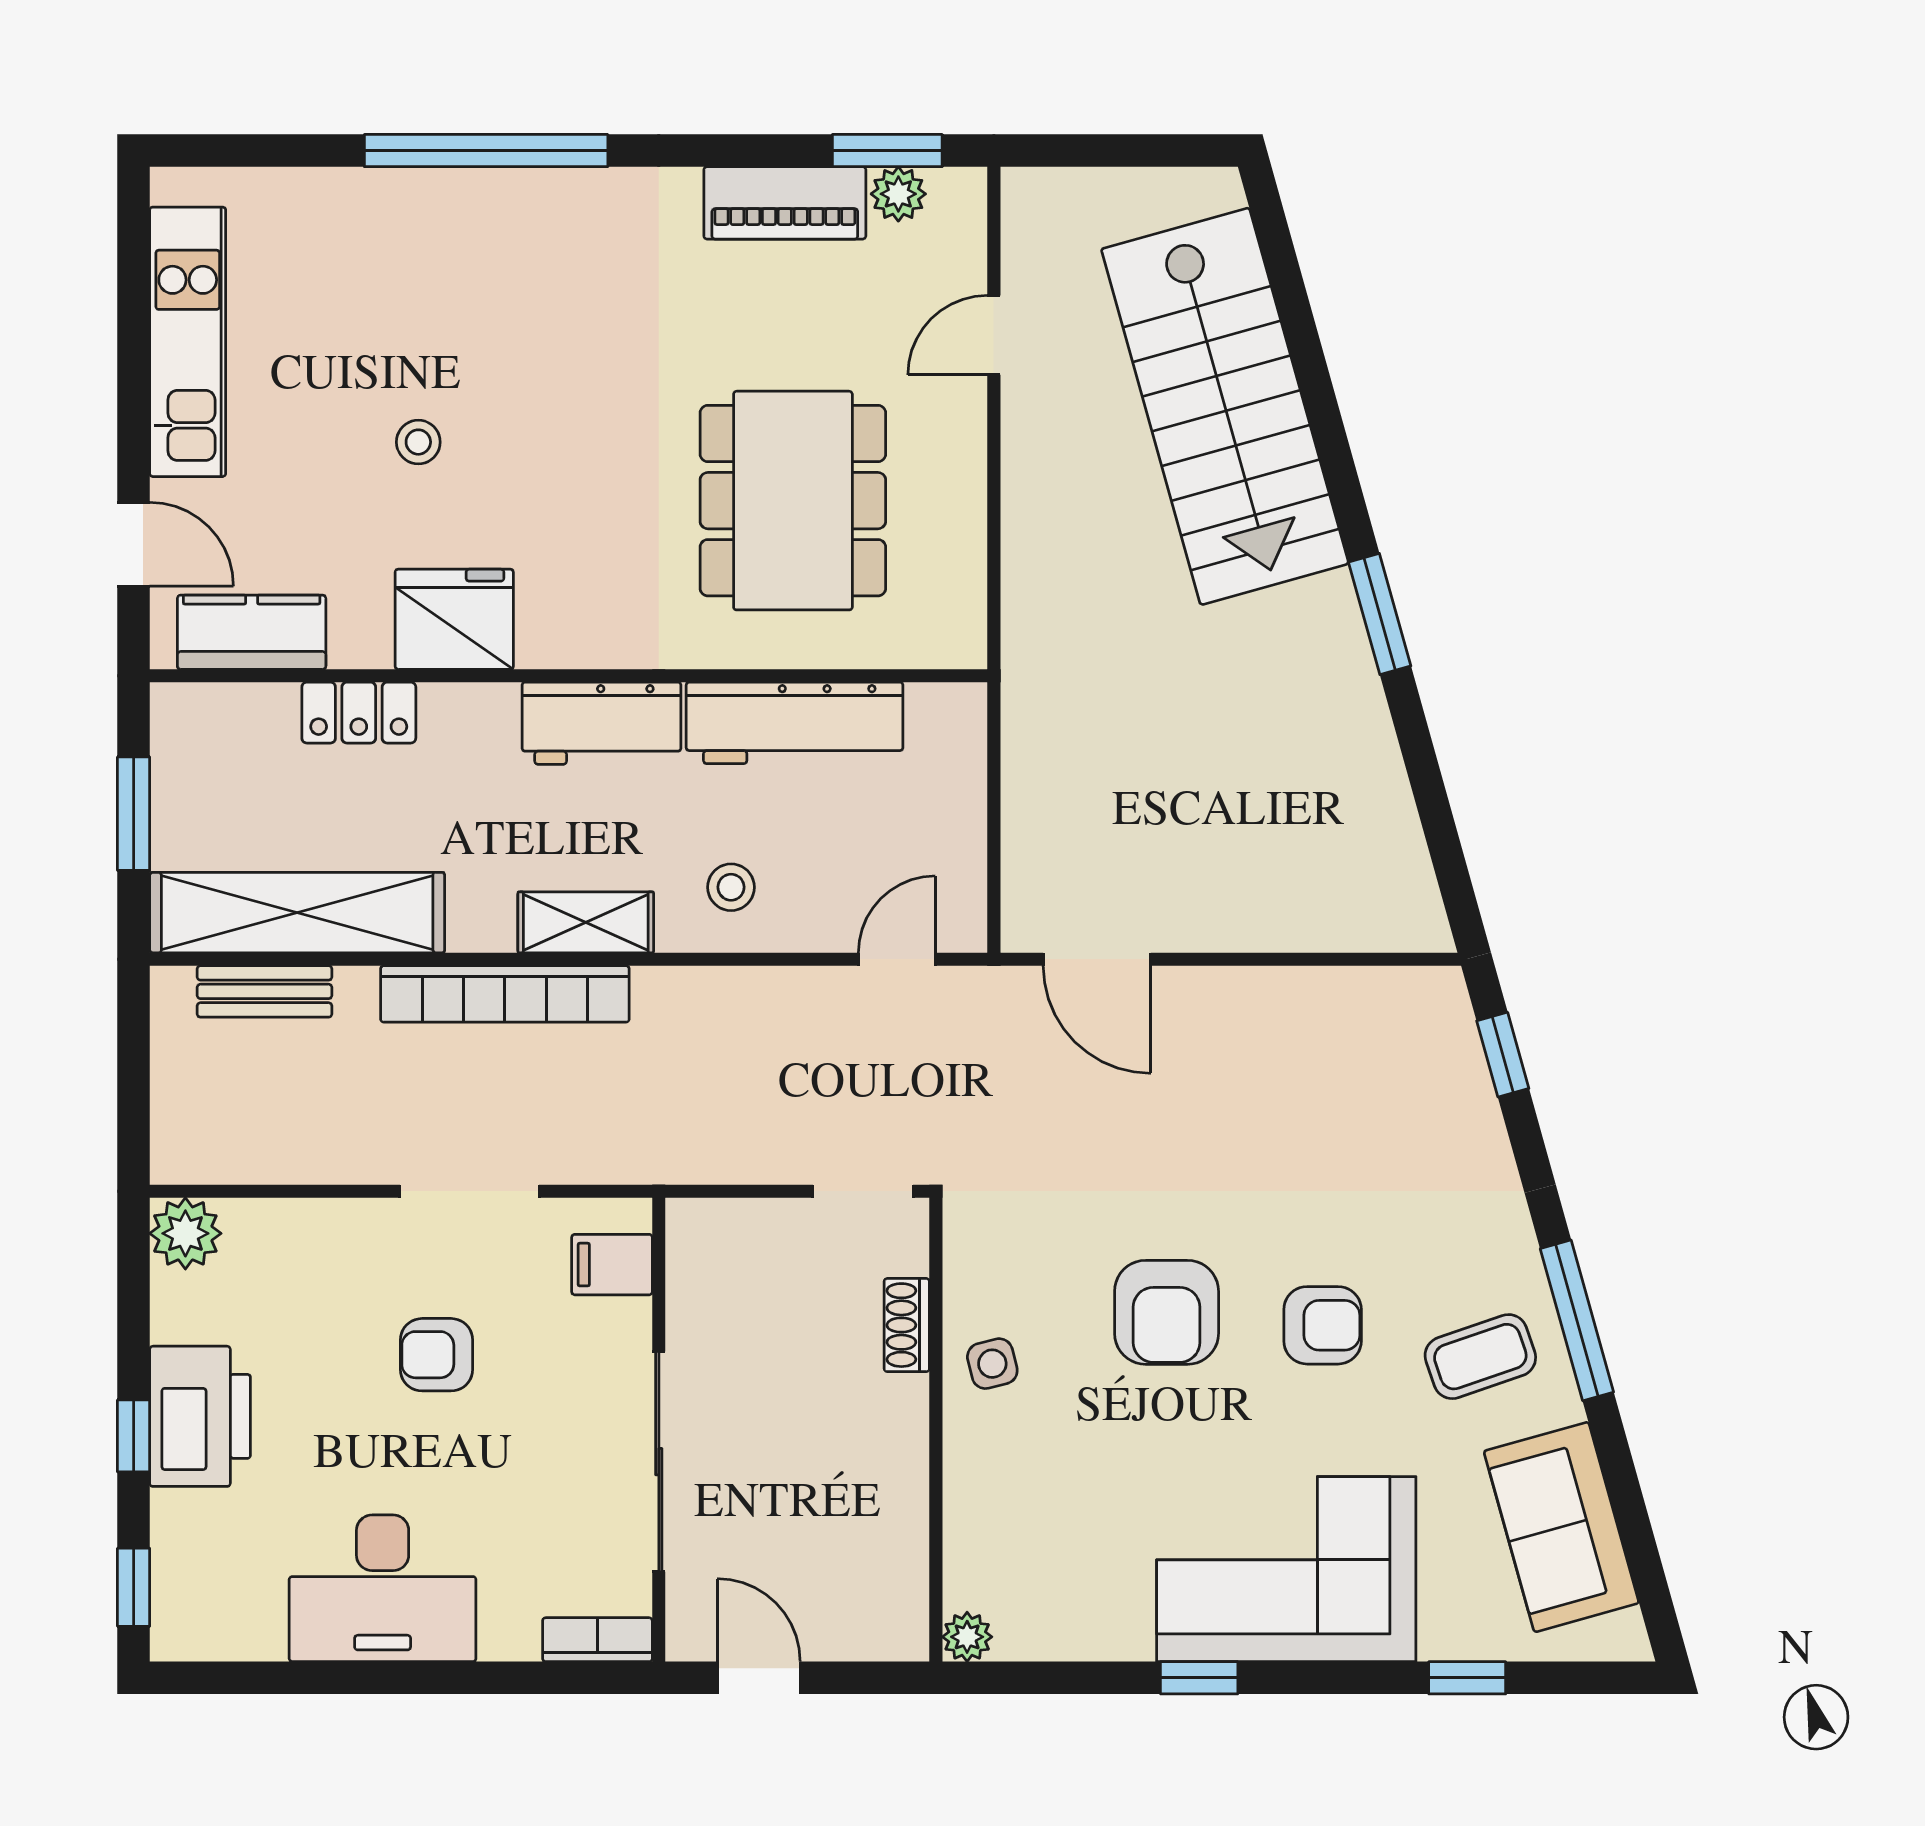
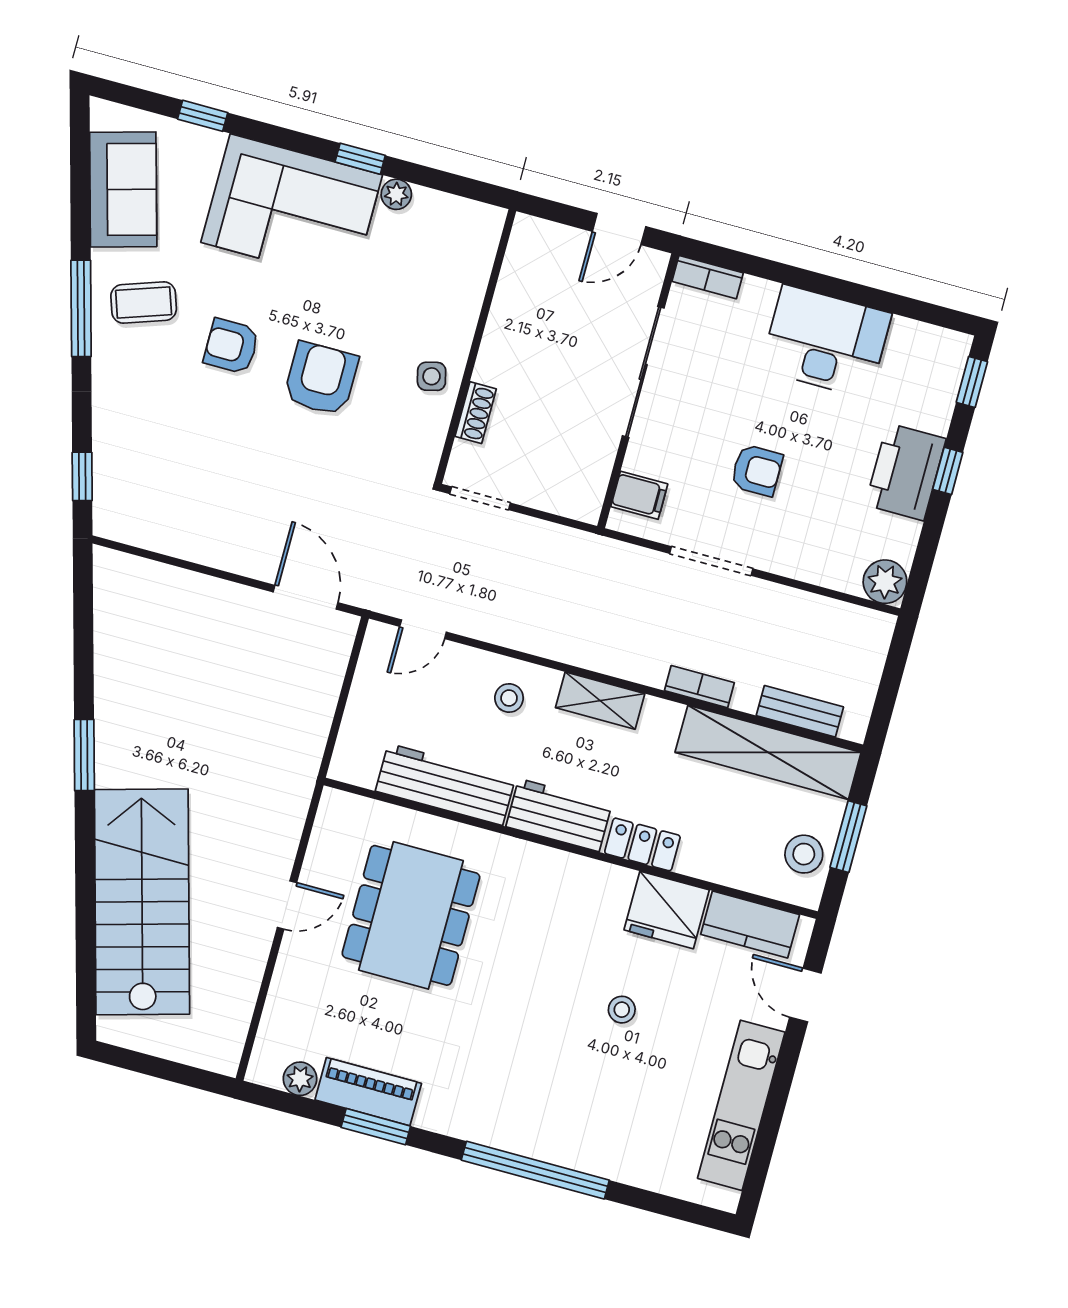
window: (887, 151) -> (376, 1127), moved
door: (994, 335) -> (287, 905), moved
fridge: (454, 619) -> (667, 910), moved
locker: (359, 713) -> (642, 844), moved
stool: (197, 767) -> (804, 854), added
bookcase: (505, 994) -> (699, 687), width x0.43, depth x0.76
plant: (967, 1637) -> (396, 194), moved
door: (759, 1678) -> (619, 229), hinge flipped

